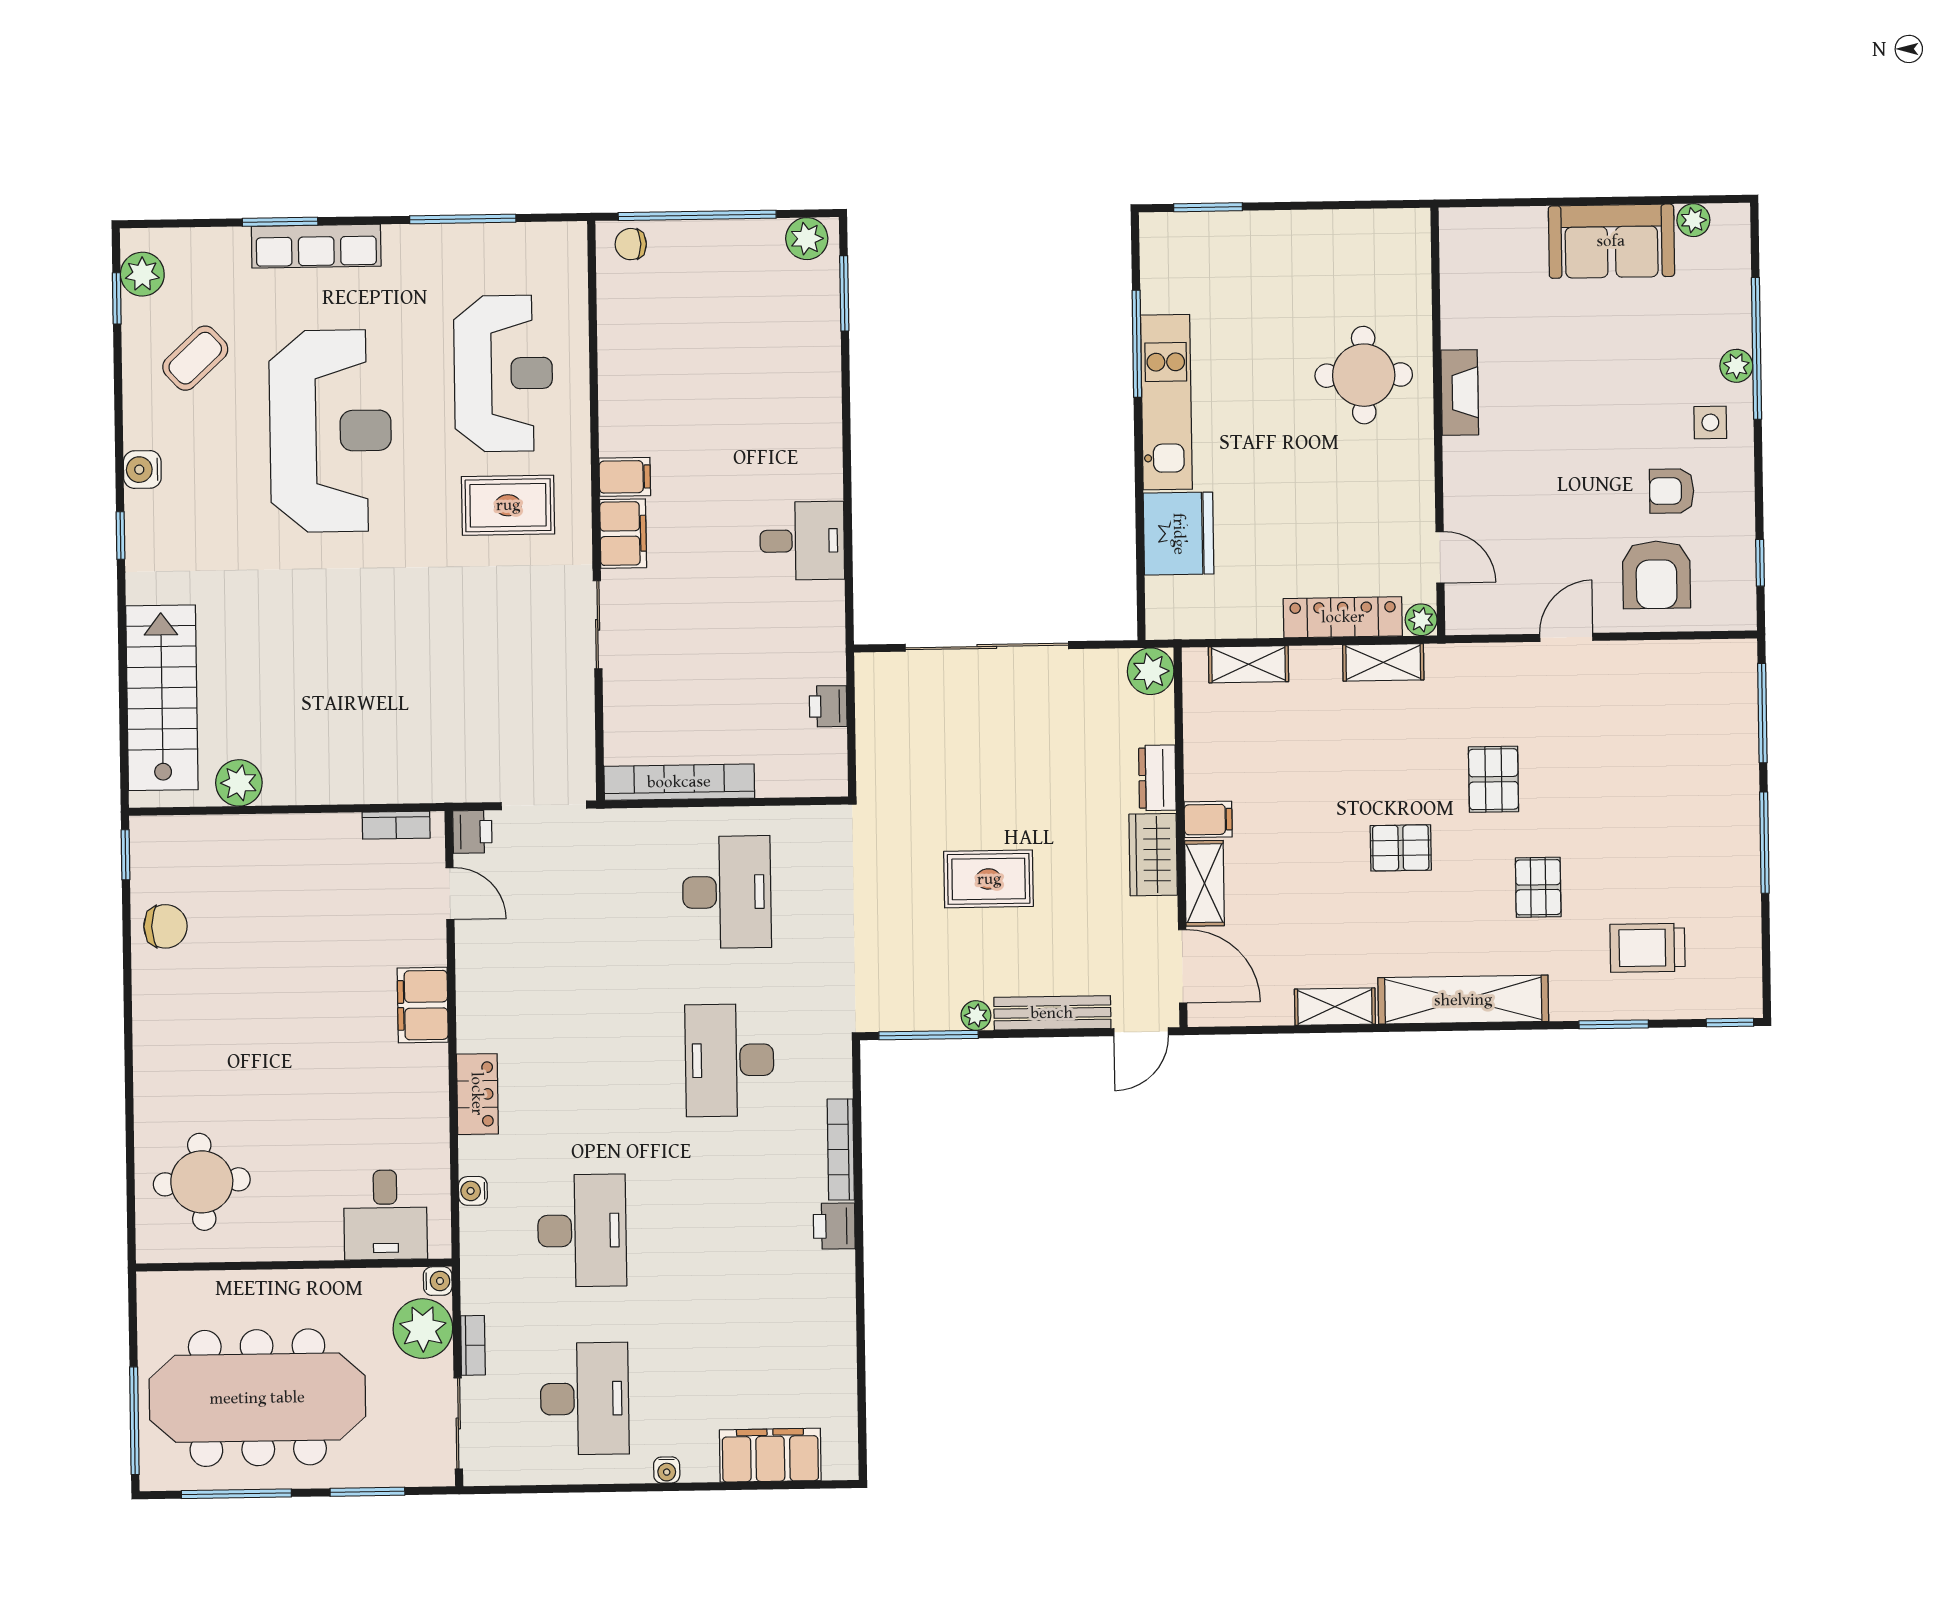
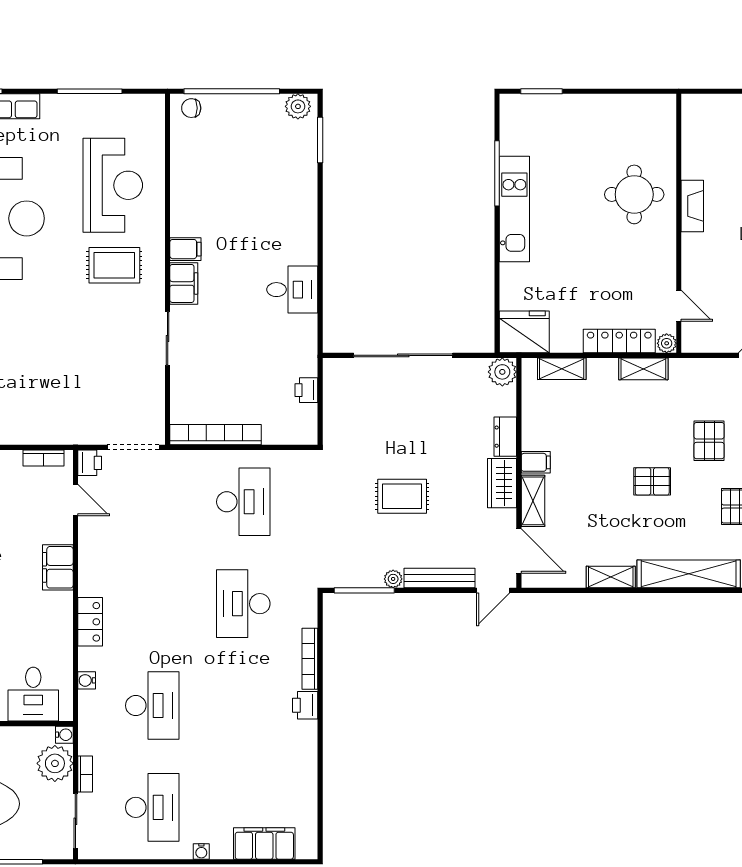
fridge: (1179, 534) -> (524, 332), moved, turned -90

